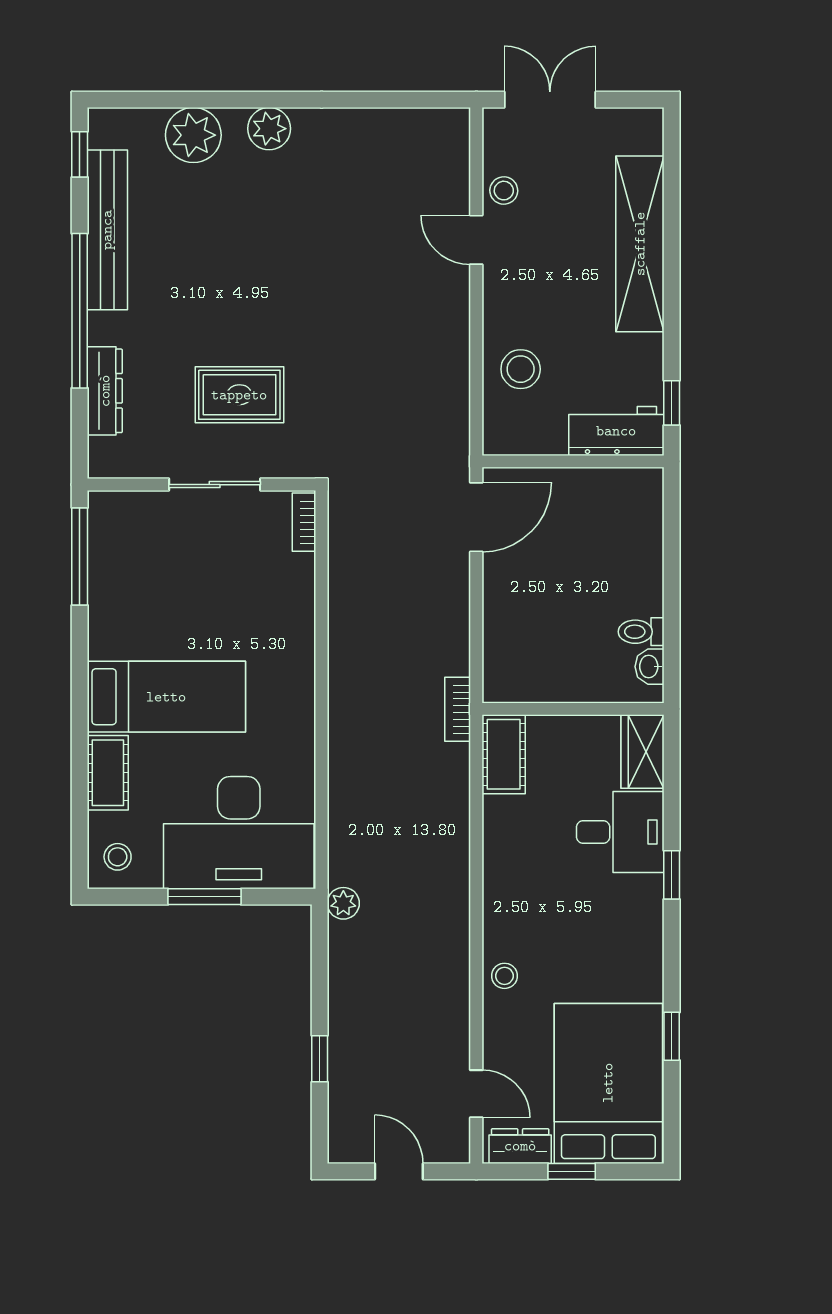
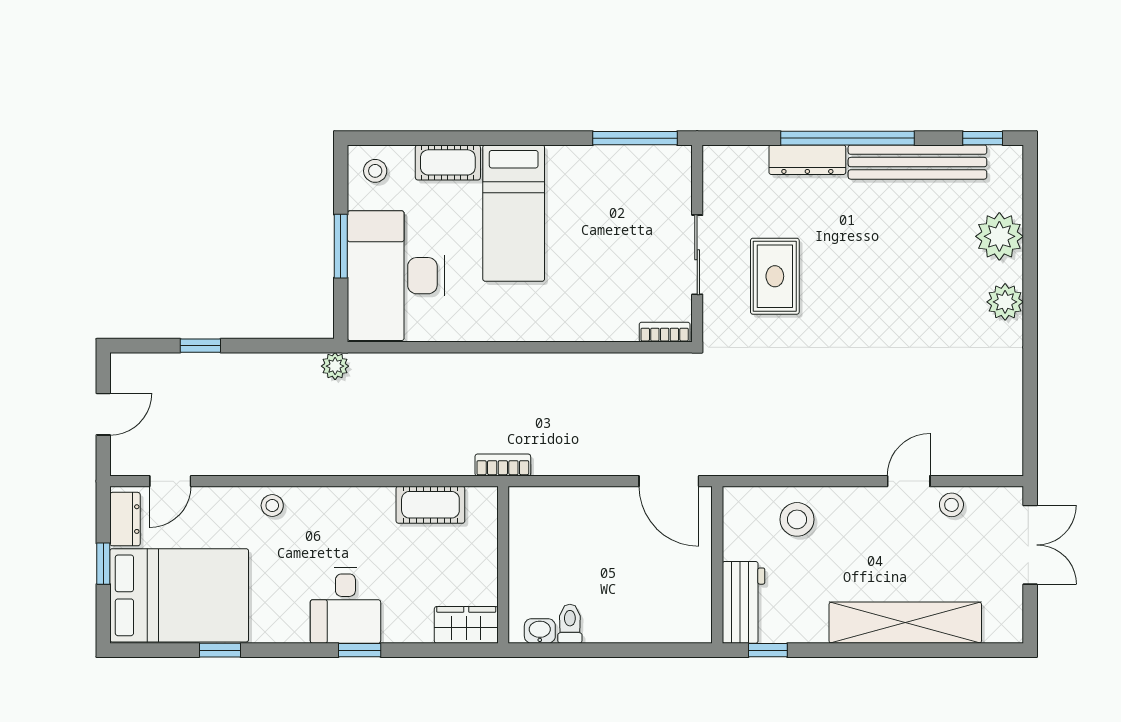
dresser: (105, 391) -> (807, 160), moved
cot: (504, 754) -> (430, 505), moved
desk: (620, 832) -> (345, 606), moved

